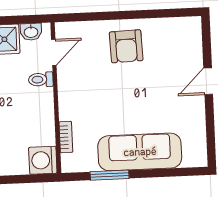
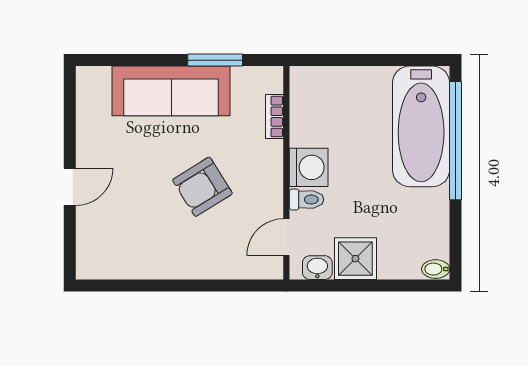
armchair: (126, 46) -> (202, 187), moved, turned -120
washing machine: (43, 160) -> (309, 167), moved

